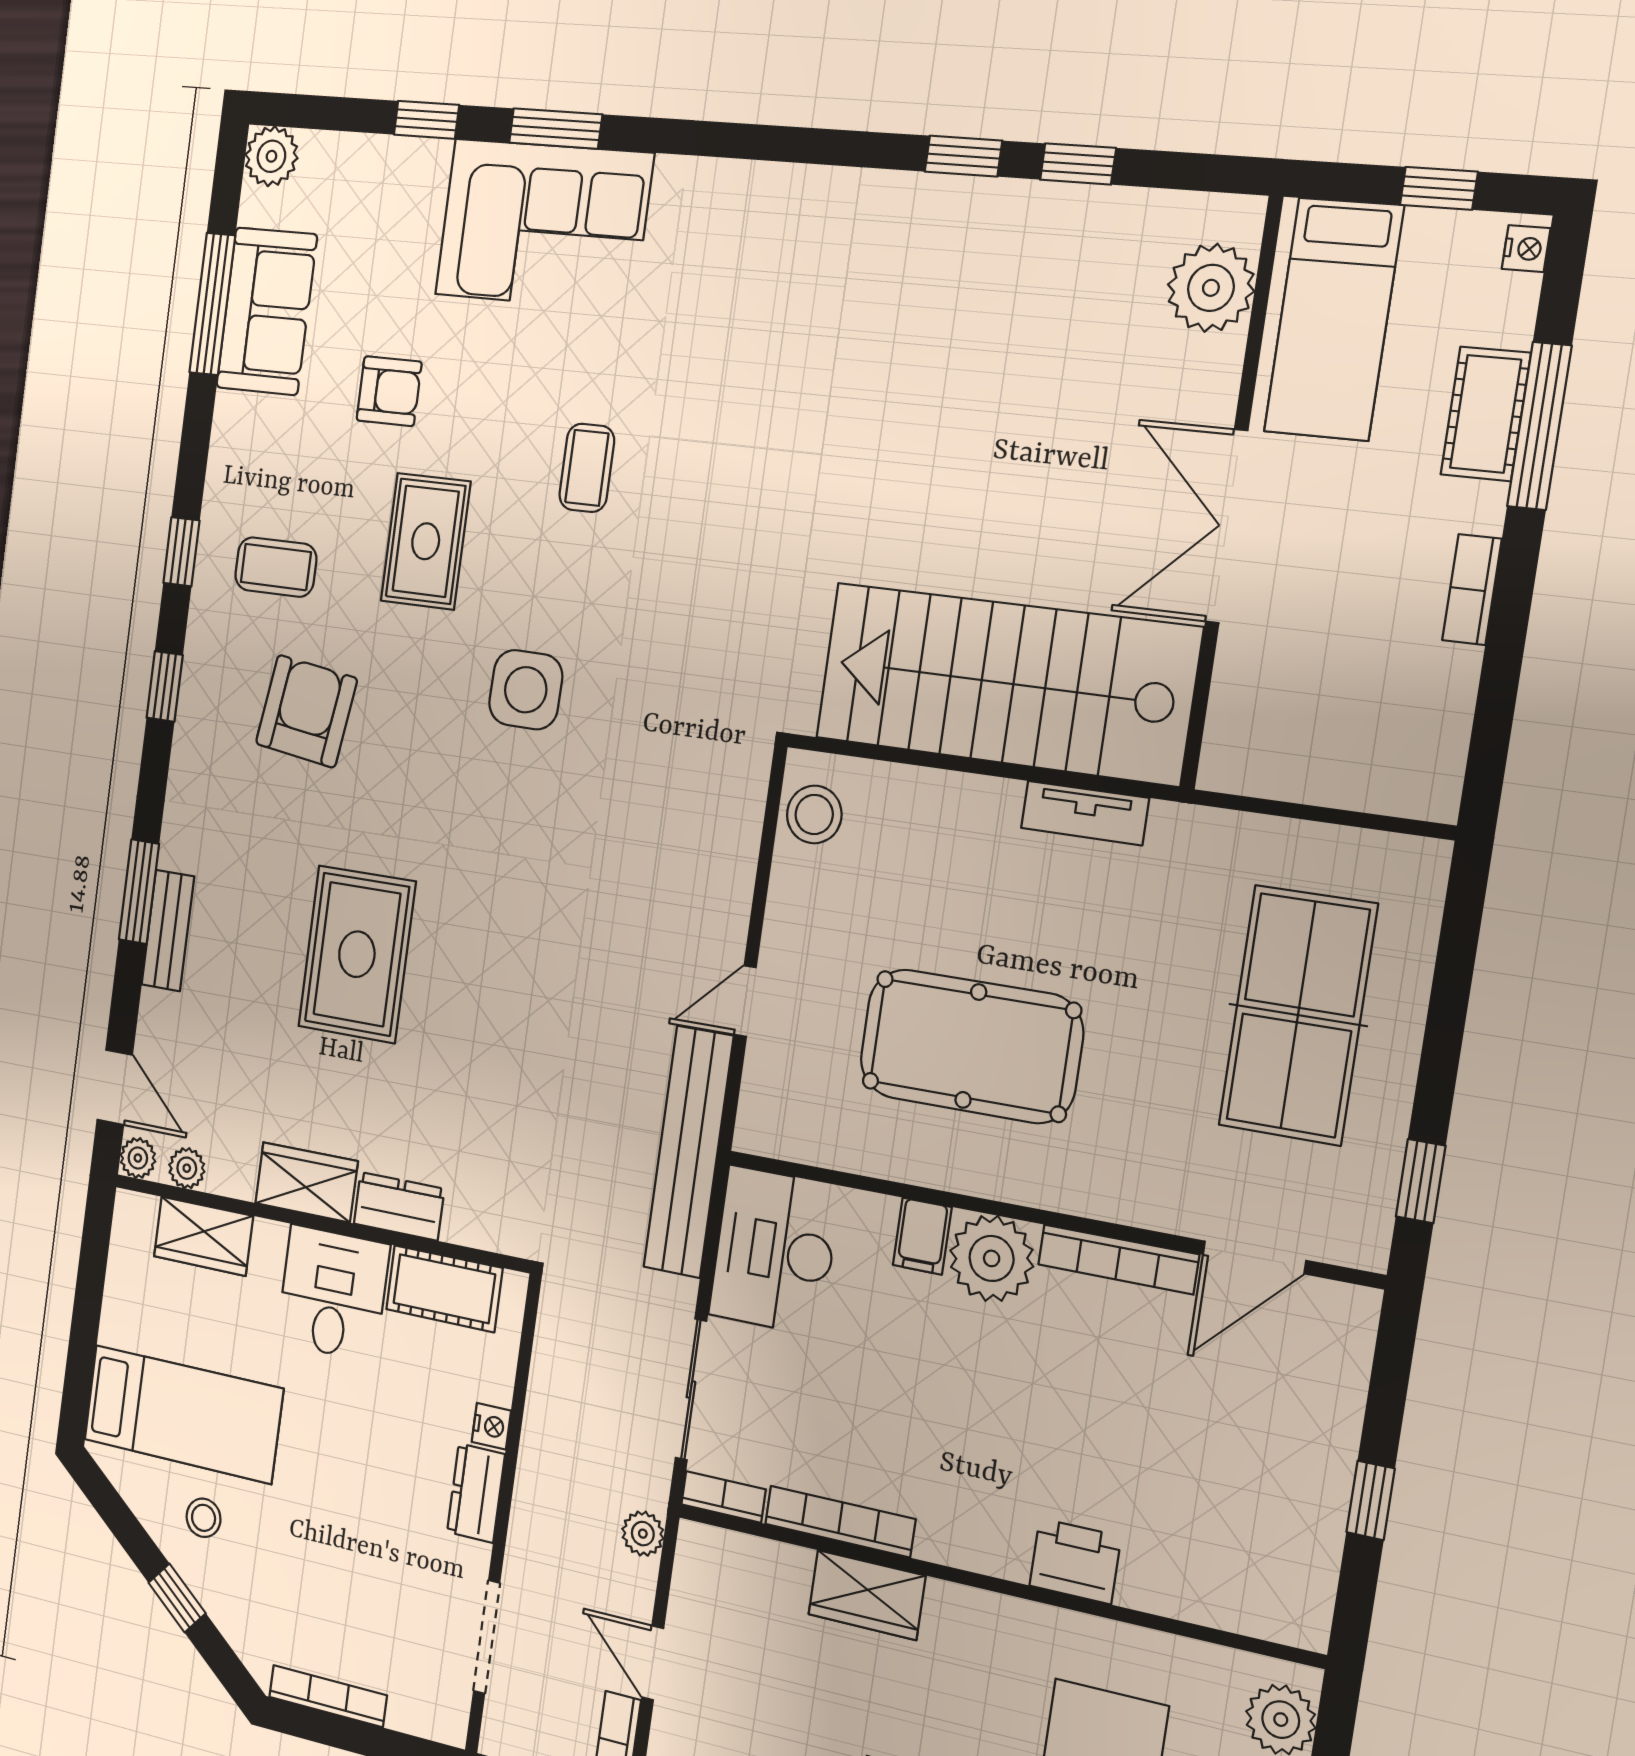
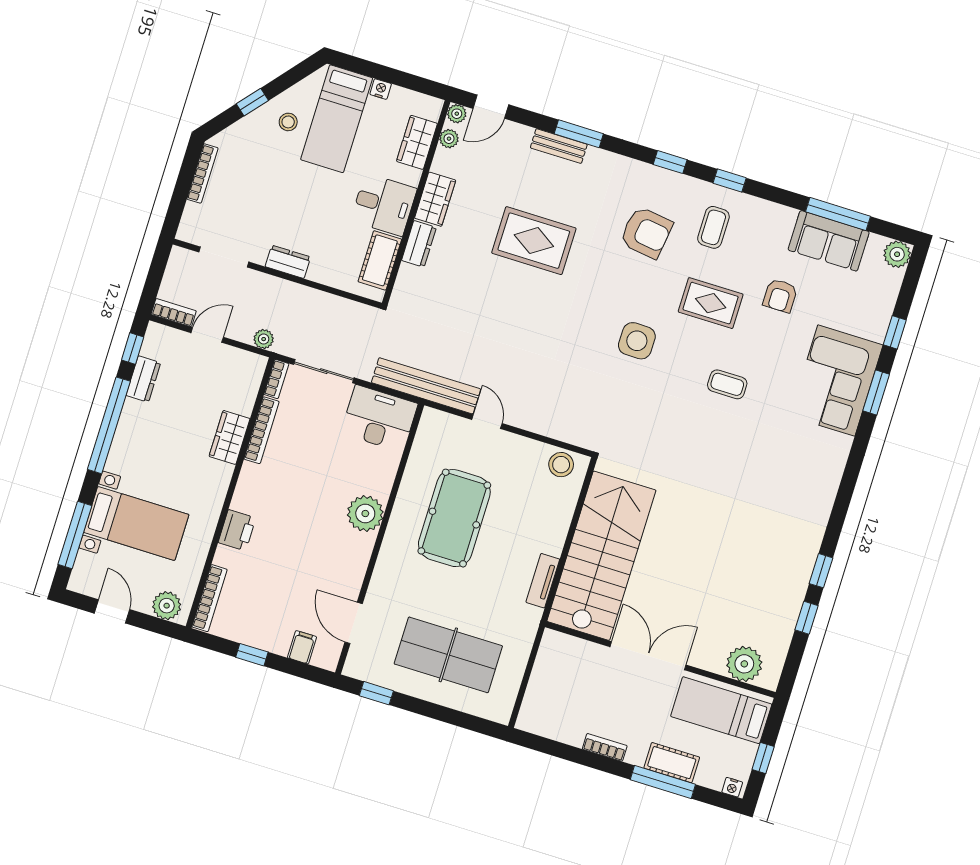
filing cabinet: (922, 1236) -> (302, 647), moved, turned 90
bookcase: (1118, 1259) -> (210, 598), moved, turned 180
nightstand: (491, 1426) -> (381, 89), moved, turned 180

